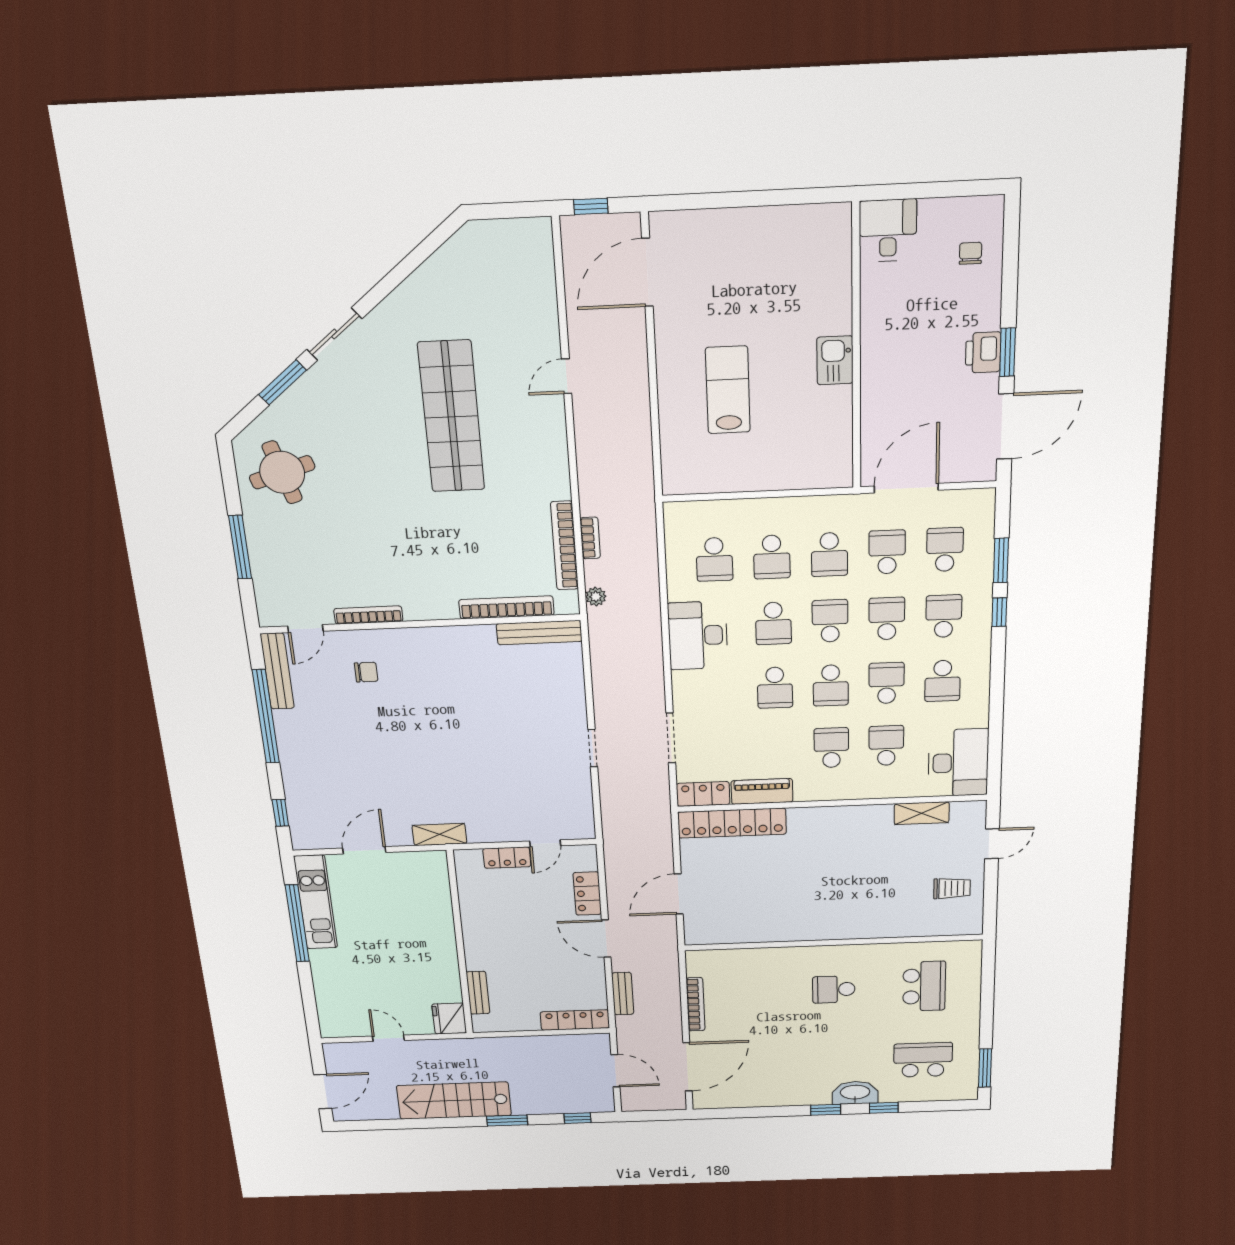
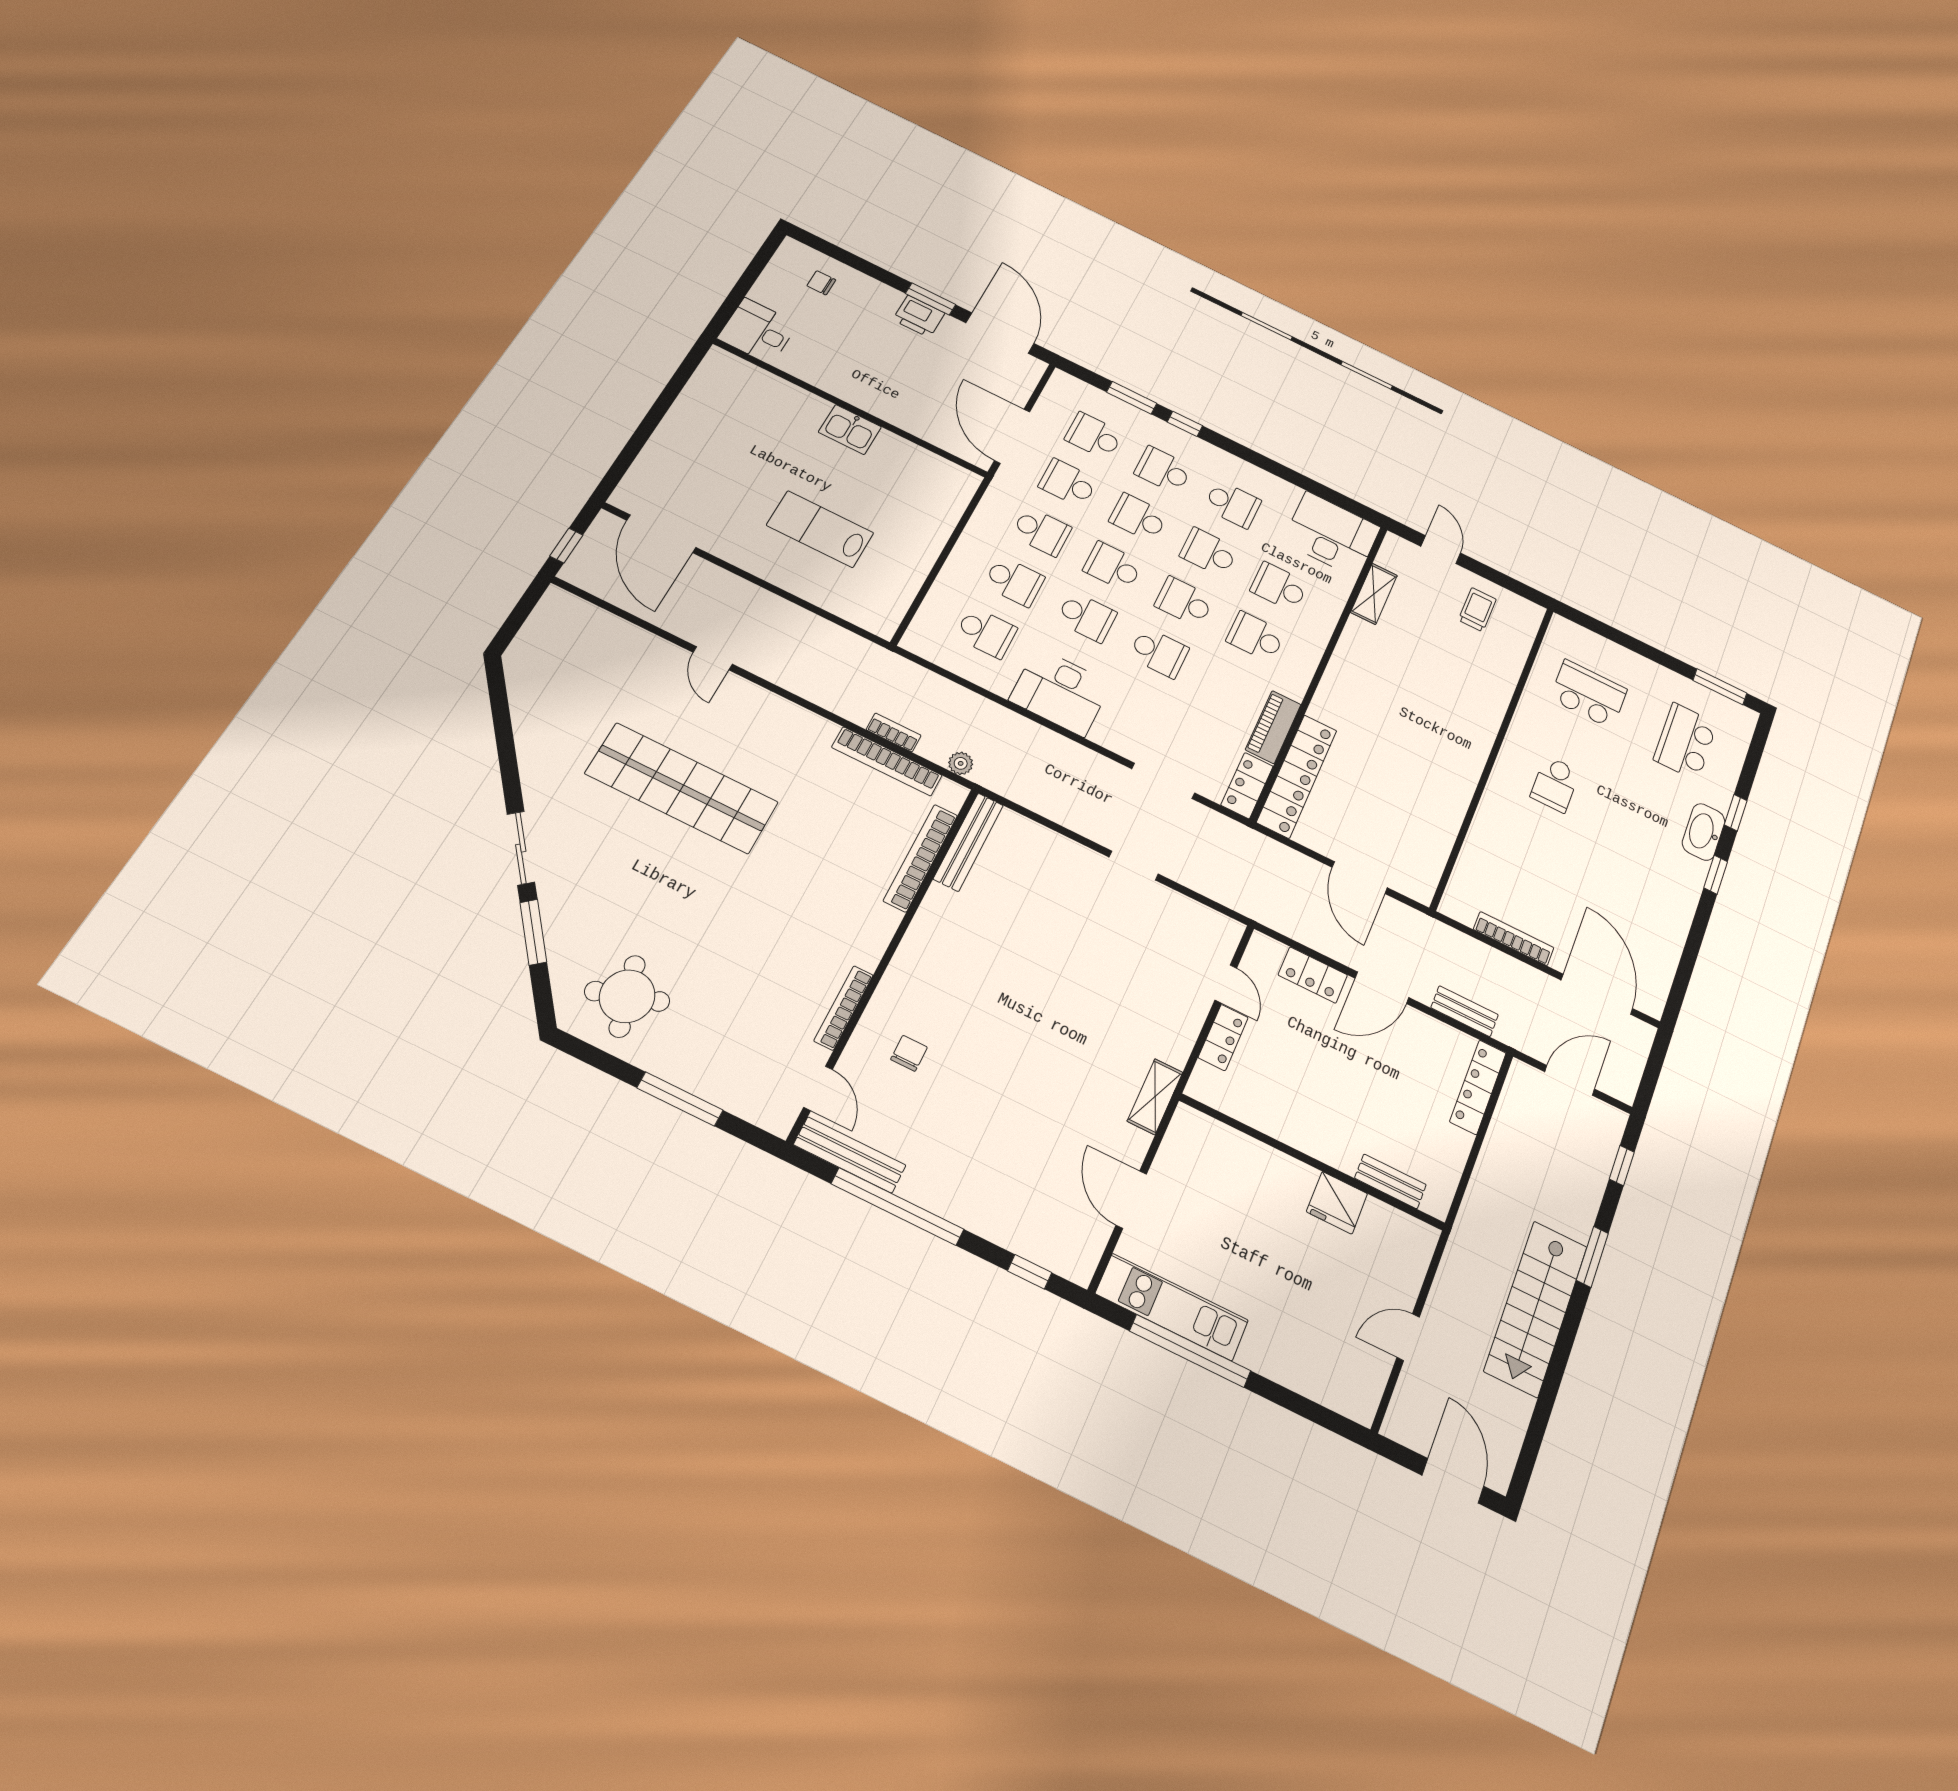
school desk: (831, 685) -> (1184, 602), turned 180
fridge: (449, 1019) -> (1337, 1203), moved

